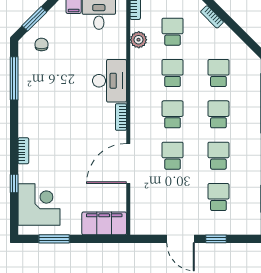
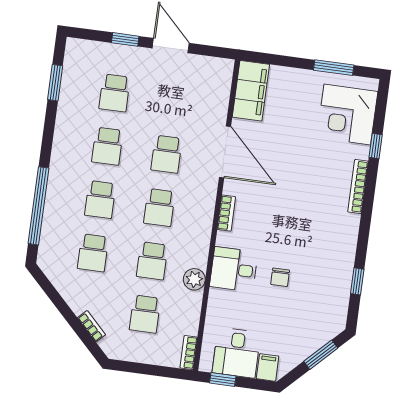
plant: (139, 40) -> (194, 279), moved
chair: (42, 45) -> (280, 277), moved
window: (14, 78) -> (357, 281), width x0.46
desk: (109, 81) -> (234, 269), width x0.73
bookcase: (23, 151) -> (358, 187), width x1.56
door: (128, 163) -> (225, 152), hinge flipped
filing cabinet: (104, 223) -> (251, 91), moved, turned -90

